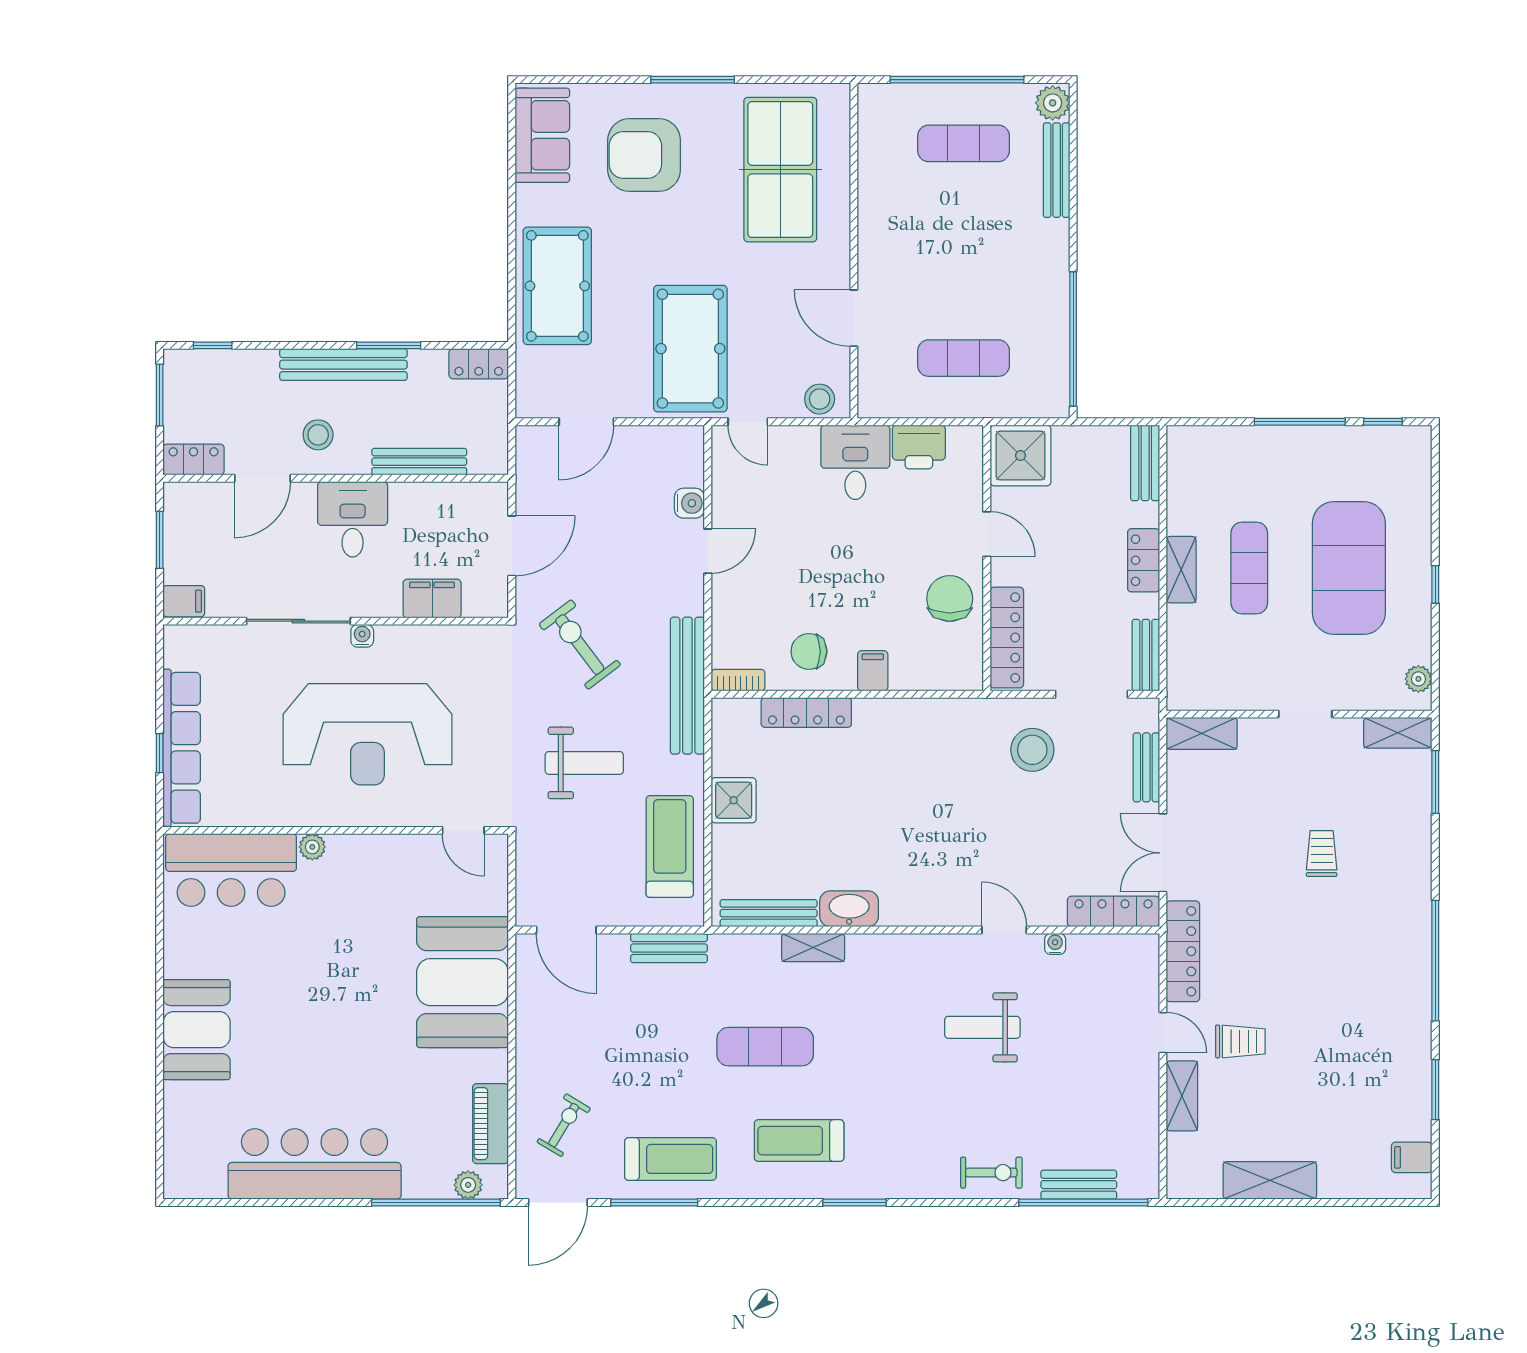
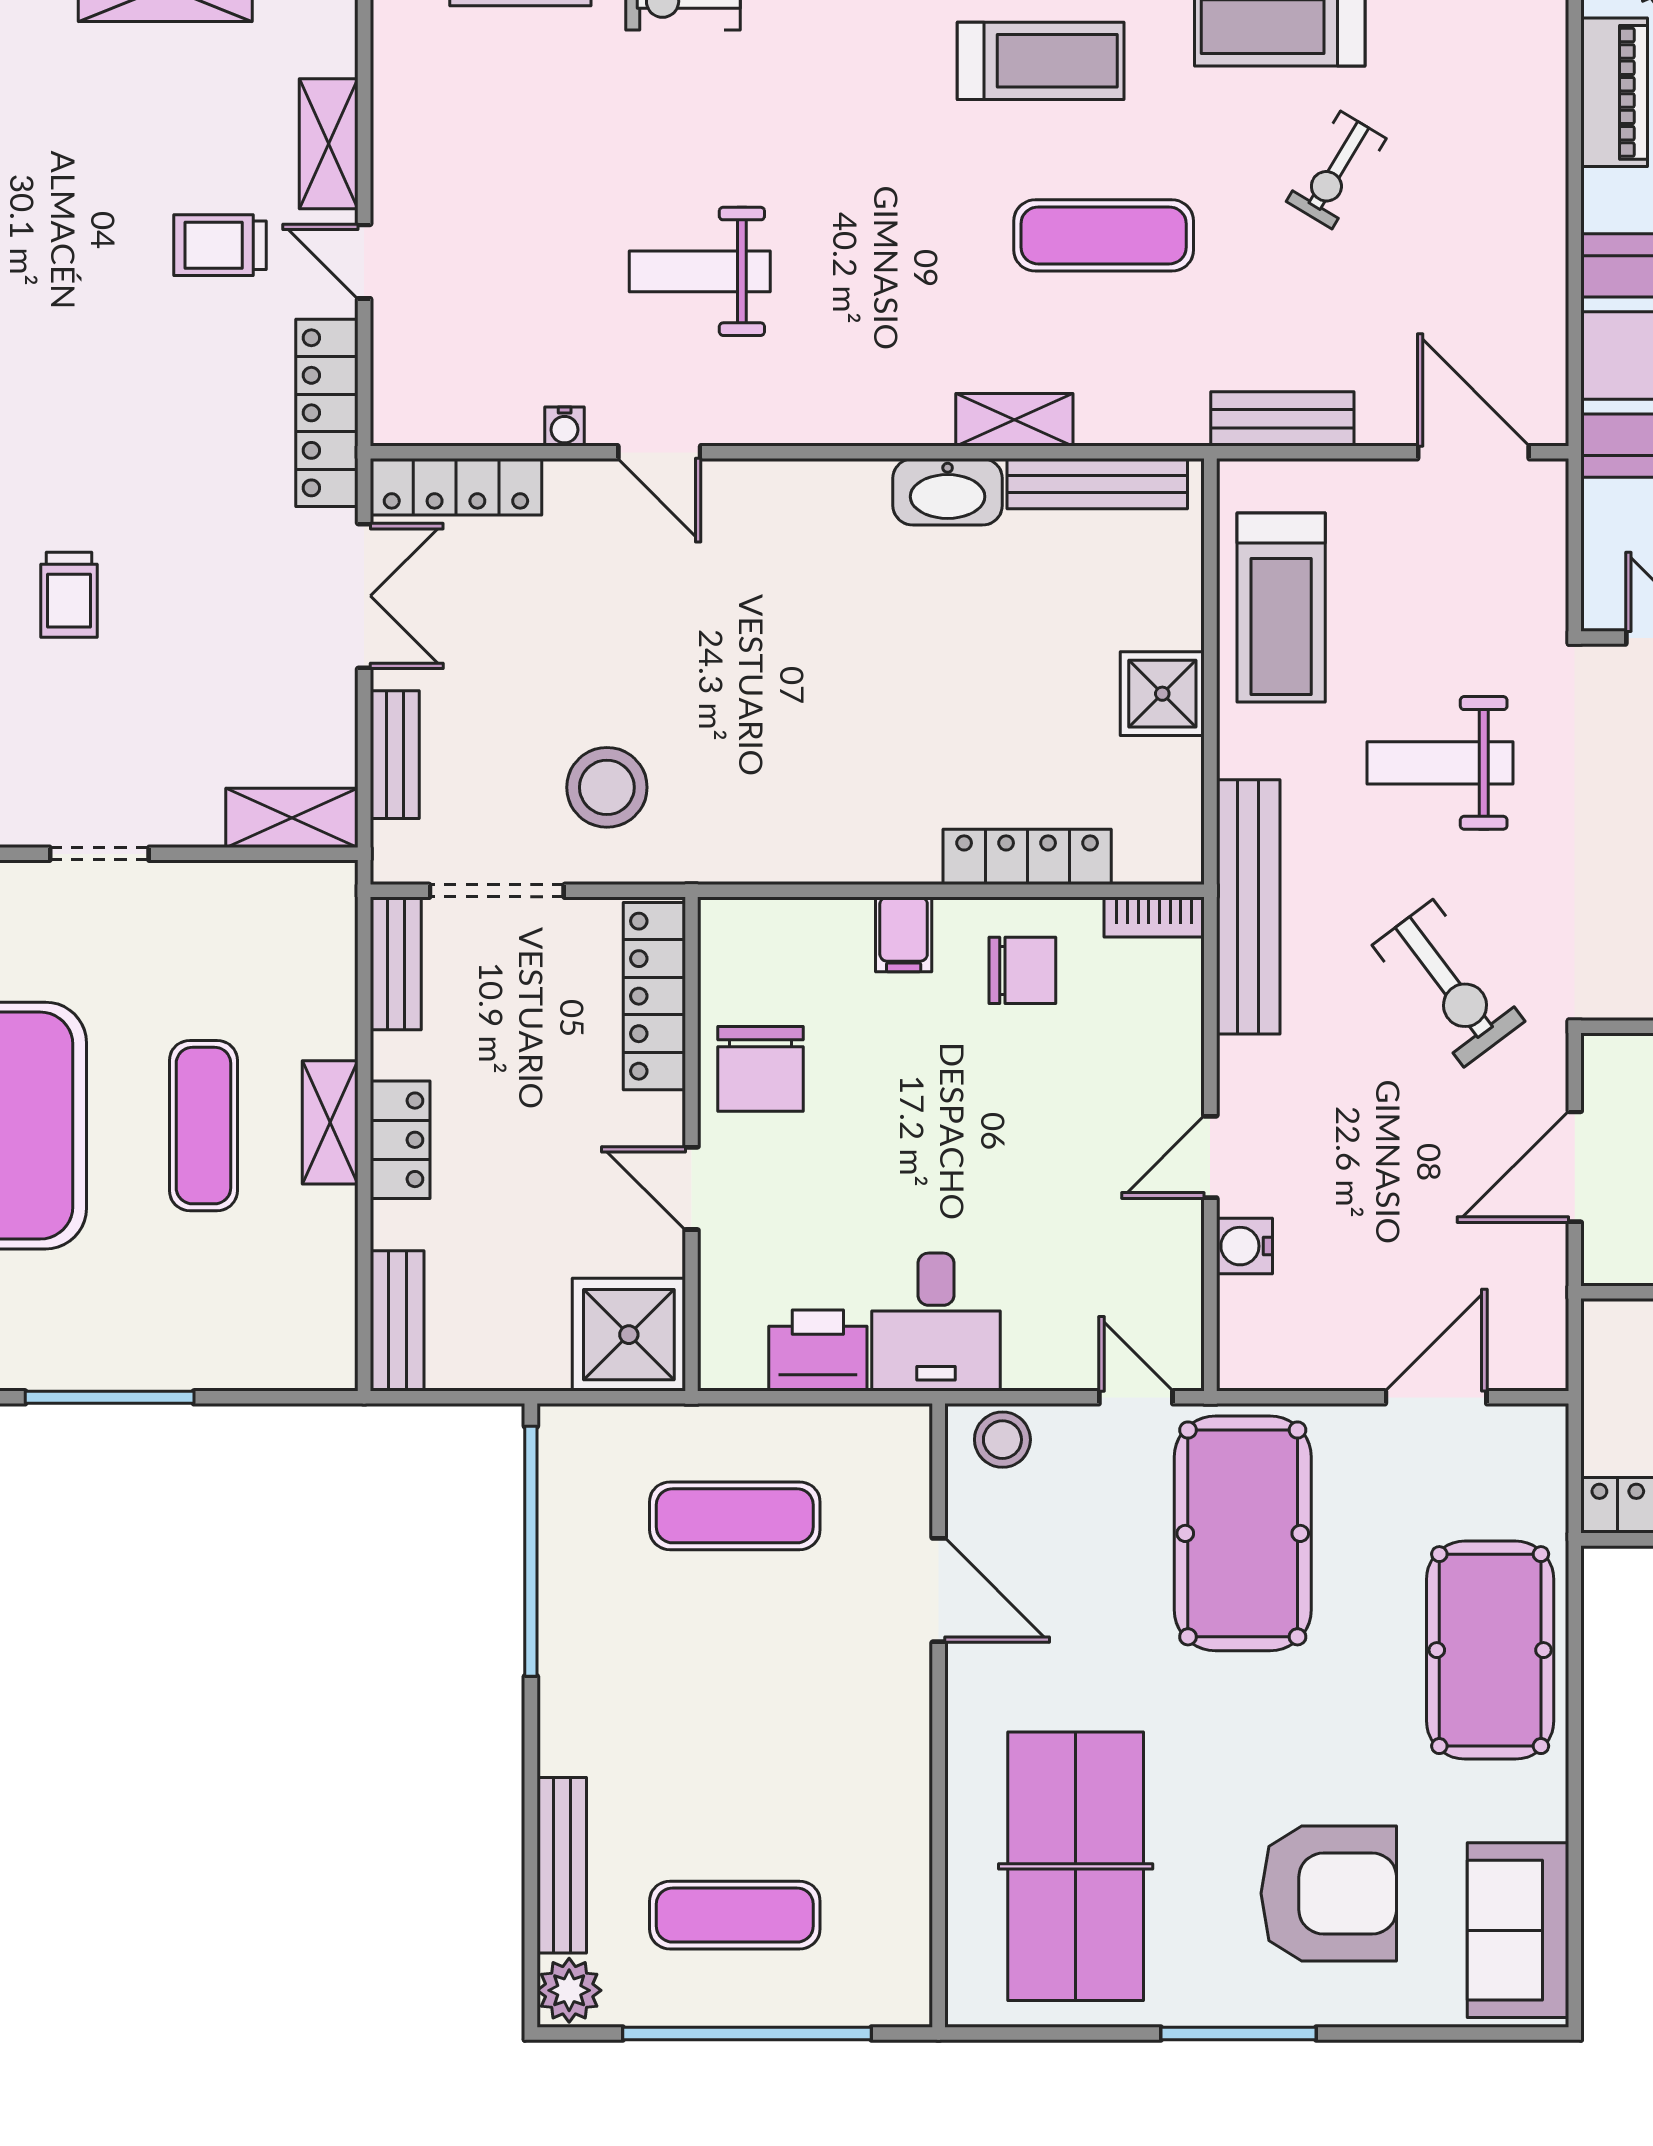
weight bench: (982, 1027) -> (700, 271), turned 180
exercise bike: (564, 1125) -> (1336, 170), moved

